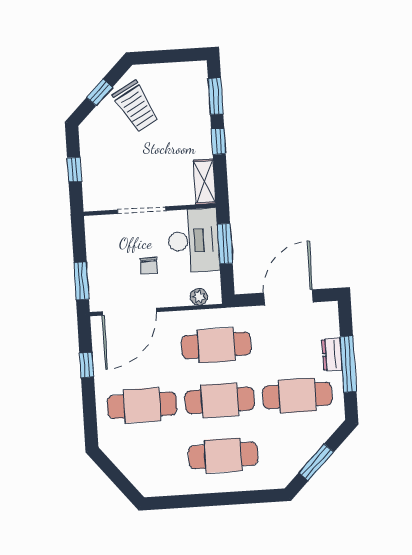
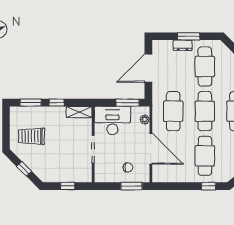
trolley: (136, 106) -> (32, 136), moved, turned -151
window: (225, 244) -> (128, 103), moved
chair: (149, 266) -> (128, 167), moved
door: (288, 297) -> (148, 68), hinge flipped
door: (129, 312) -> (151, 149), moved
window: (348, 364) -> (189, 36), width x0.69
window: (87, 365) -> (209, 186), moved

